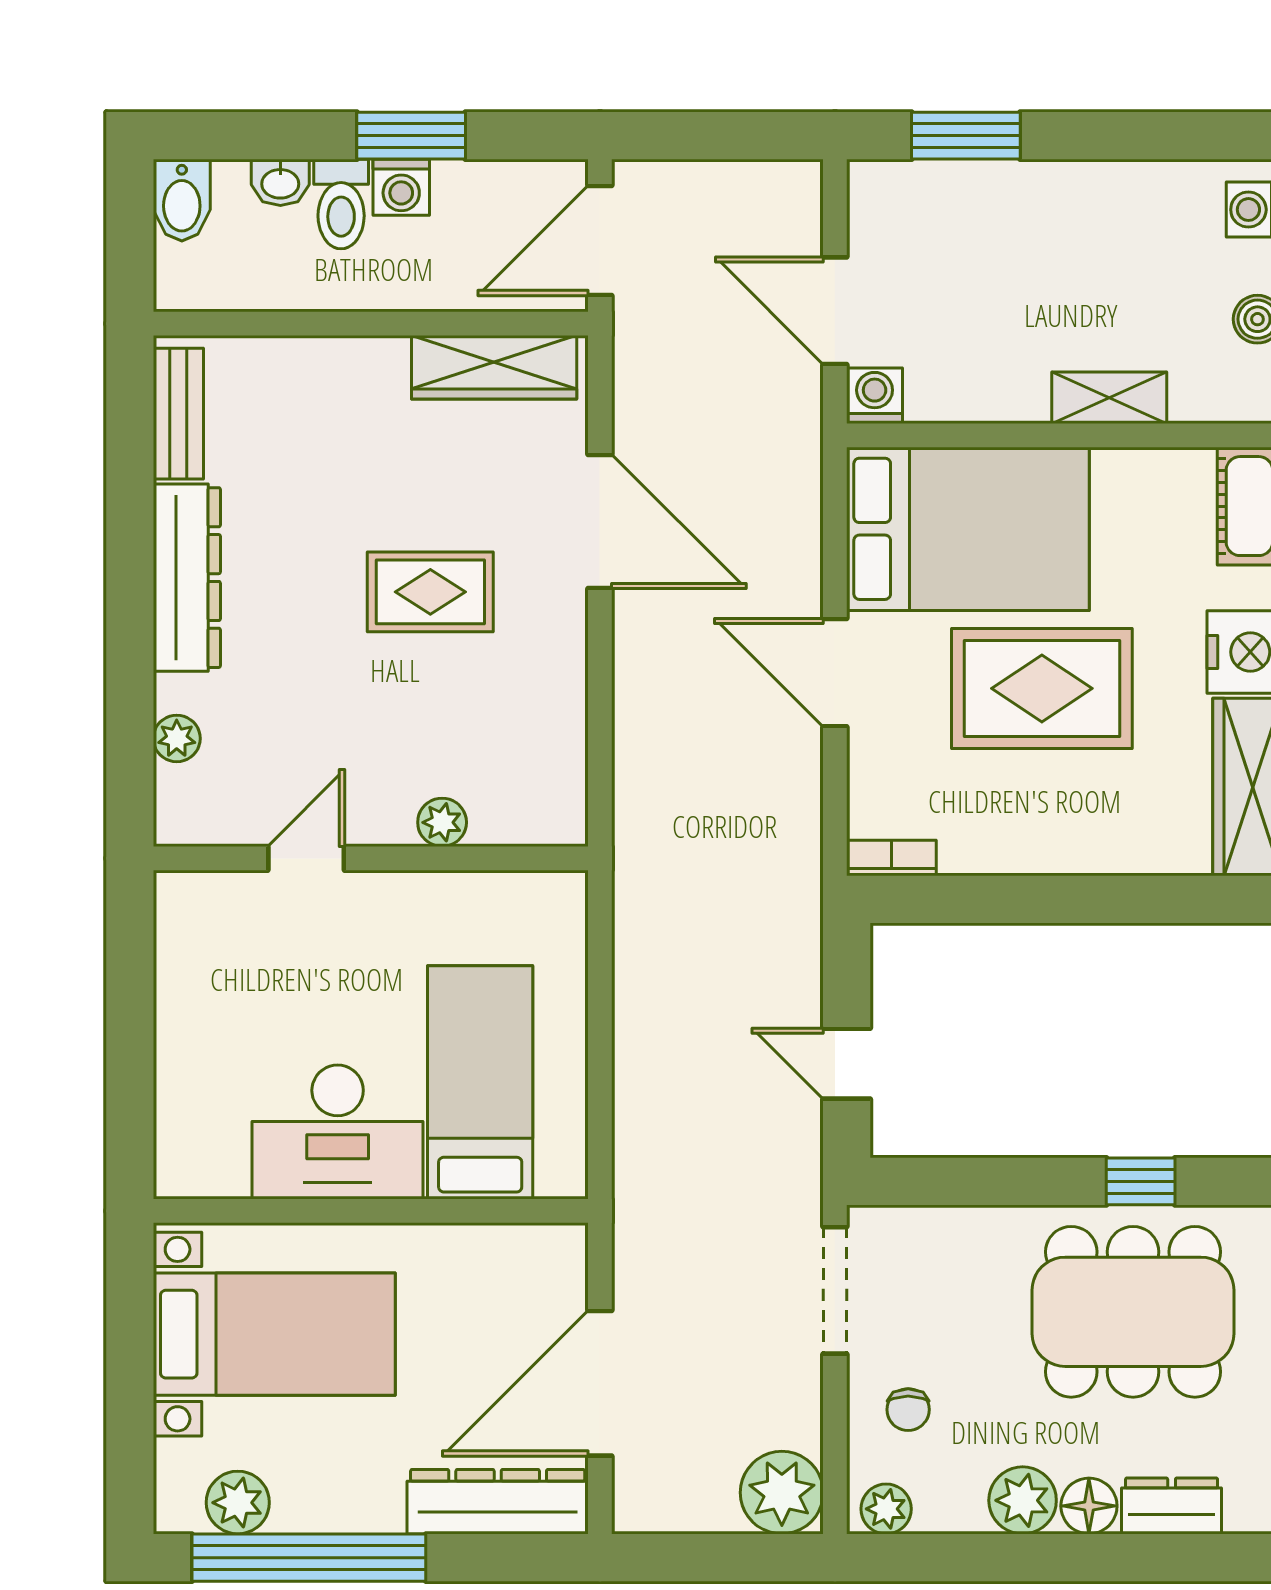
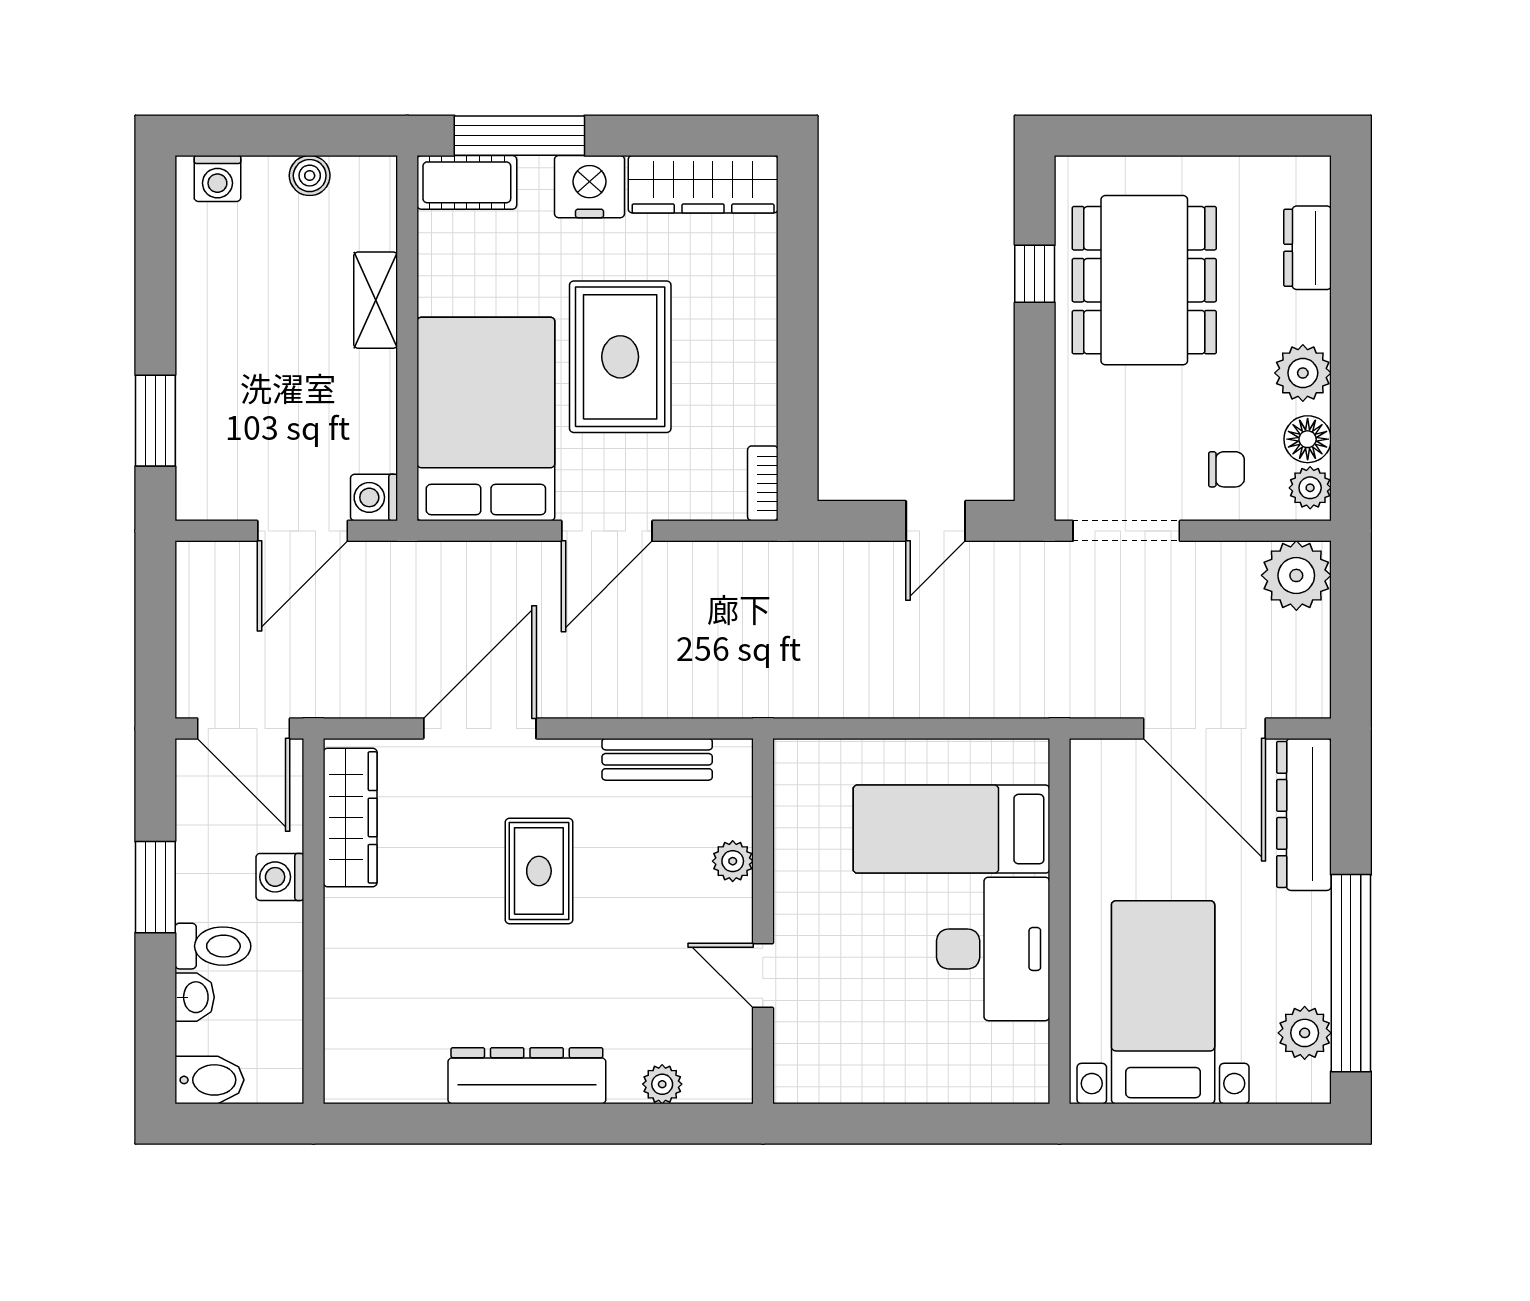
washing machine: (401, 187) -> (280, 877), moved, turned 180
bench: (178, 414) -> (657, 759), moved
floor lamp: (1089, 1506) -> (1308, 439), moved

